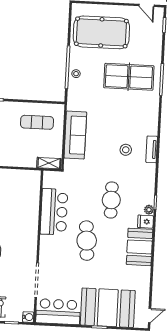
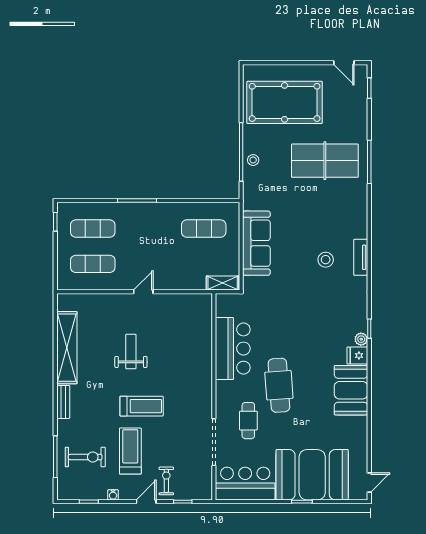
cafe table: (111, 200) -> (248, 421), moved, width x0.73, depth x0.74
water cooler: (28, 317) -> (205, 493), removed

